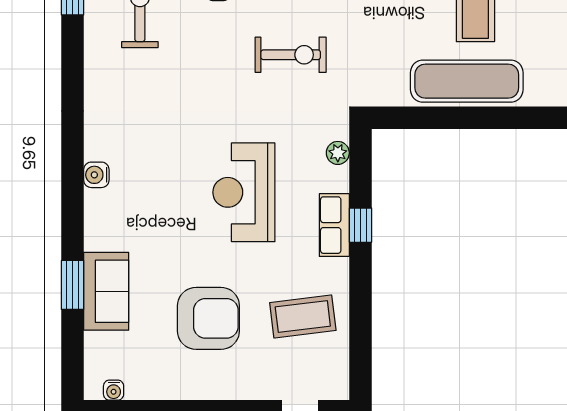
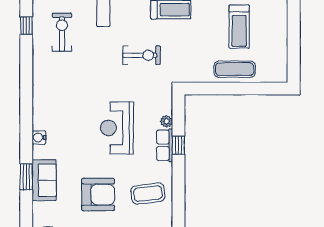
exercise mat: (467, 81) -> (235, 69), width x0.73, depth x0.69
plant: (338, 153) -> (166, 121), moved
water cooler: (96, 175) -> (39, 137), moved

